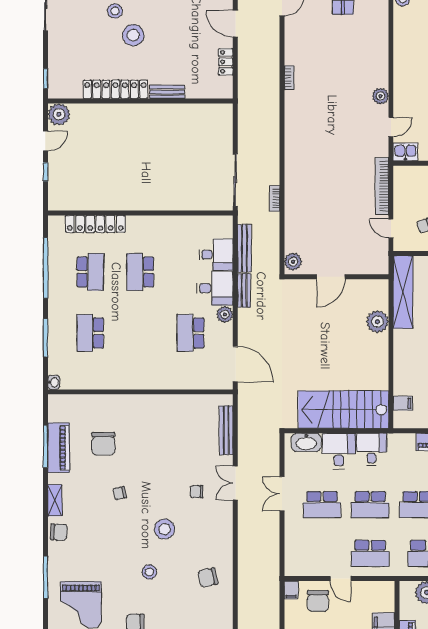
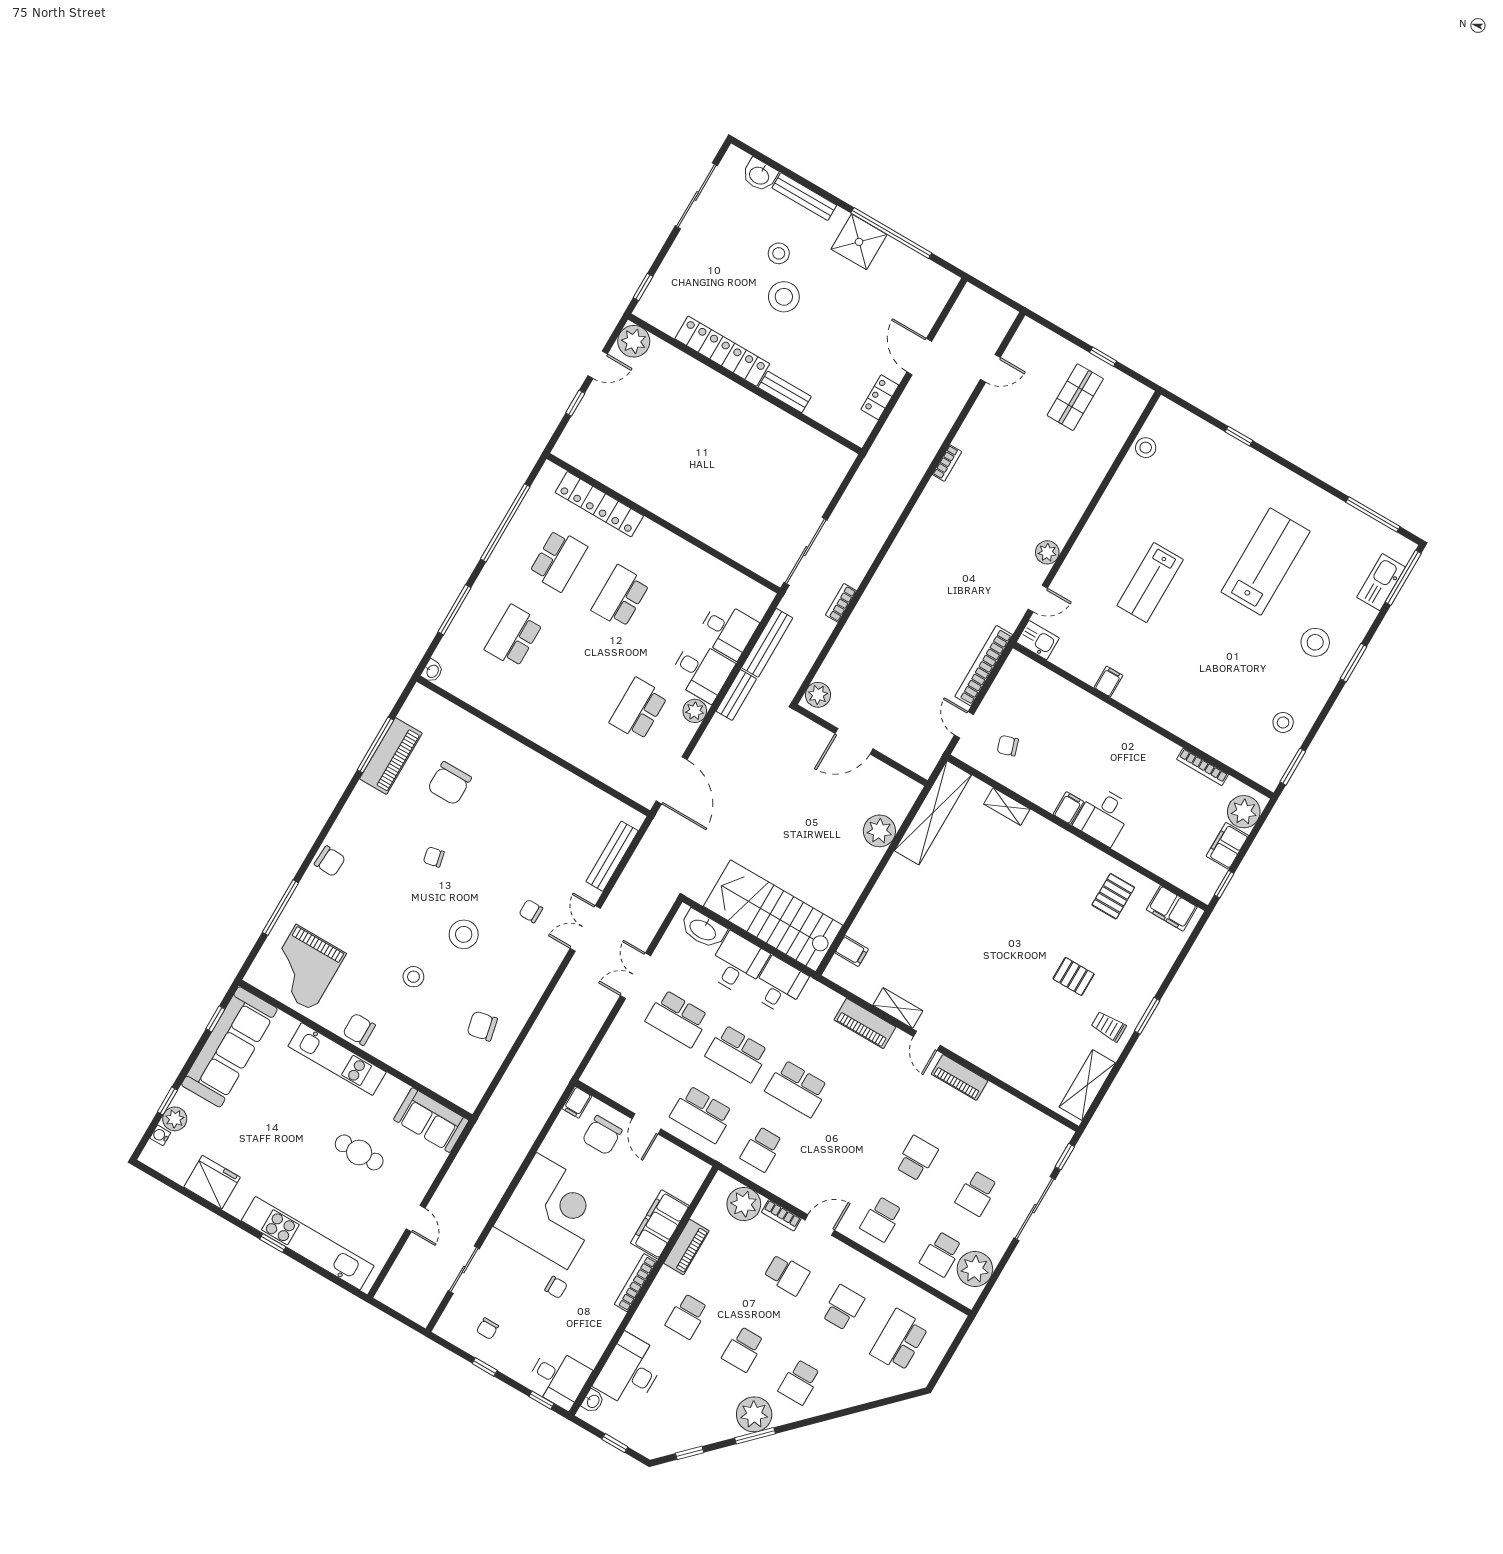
shelving: (55, 500) -> (348, 819), removed

